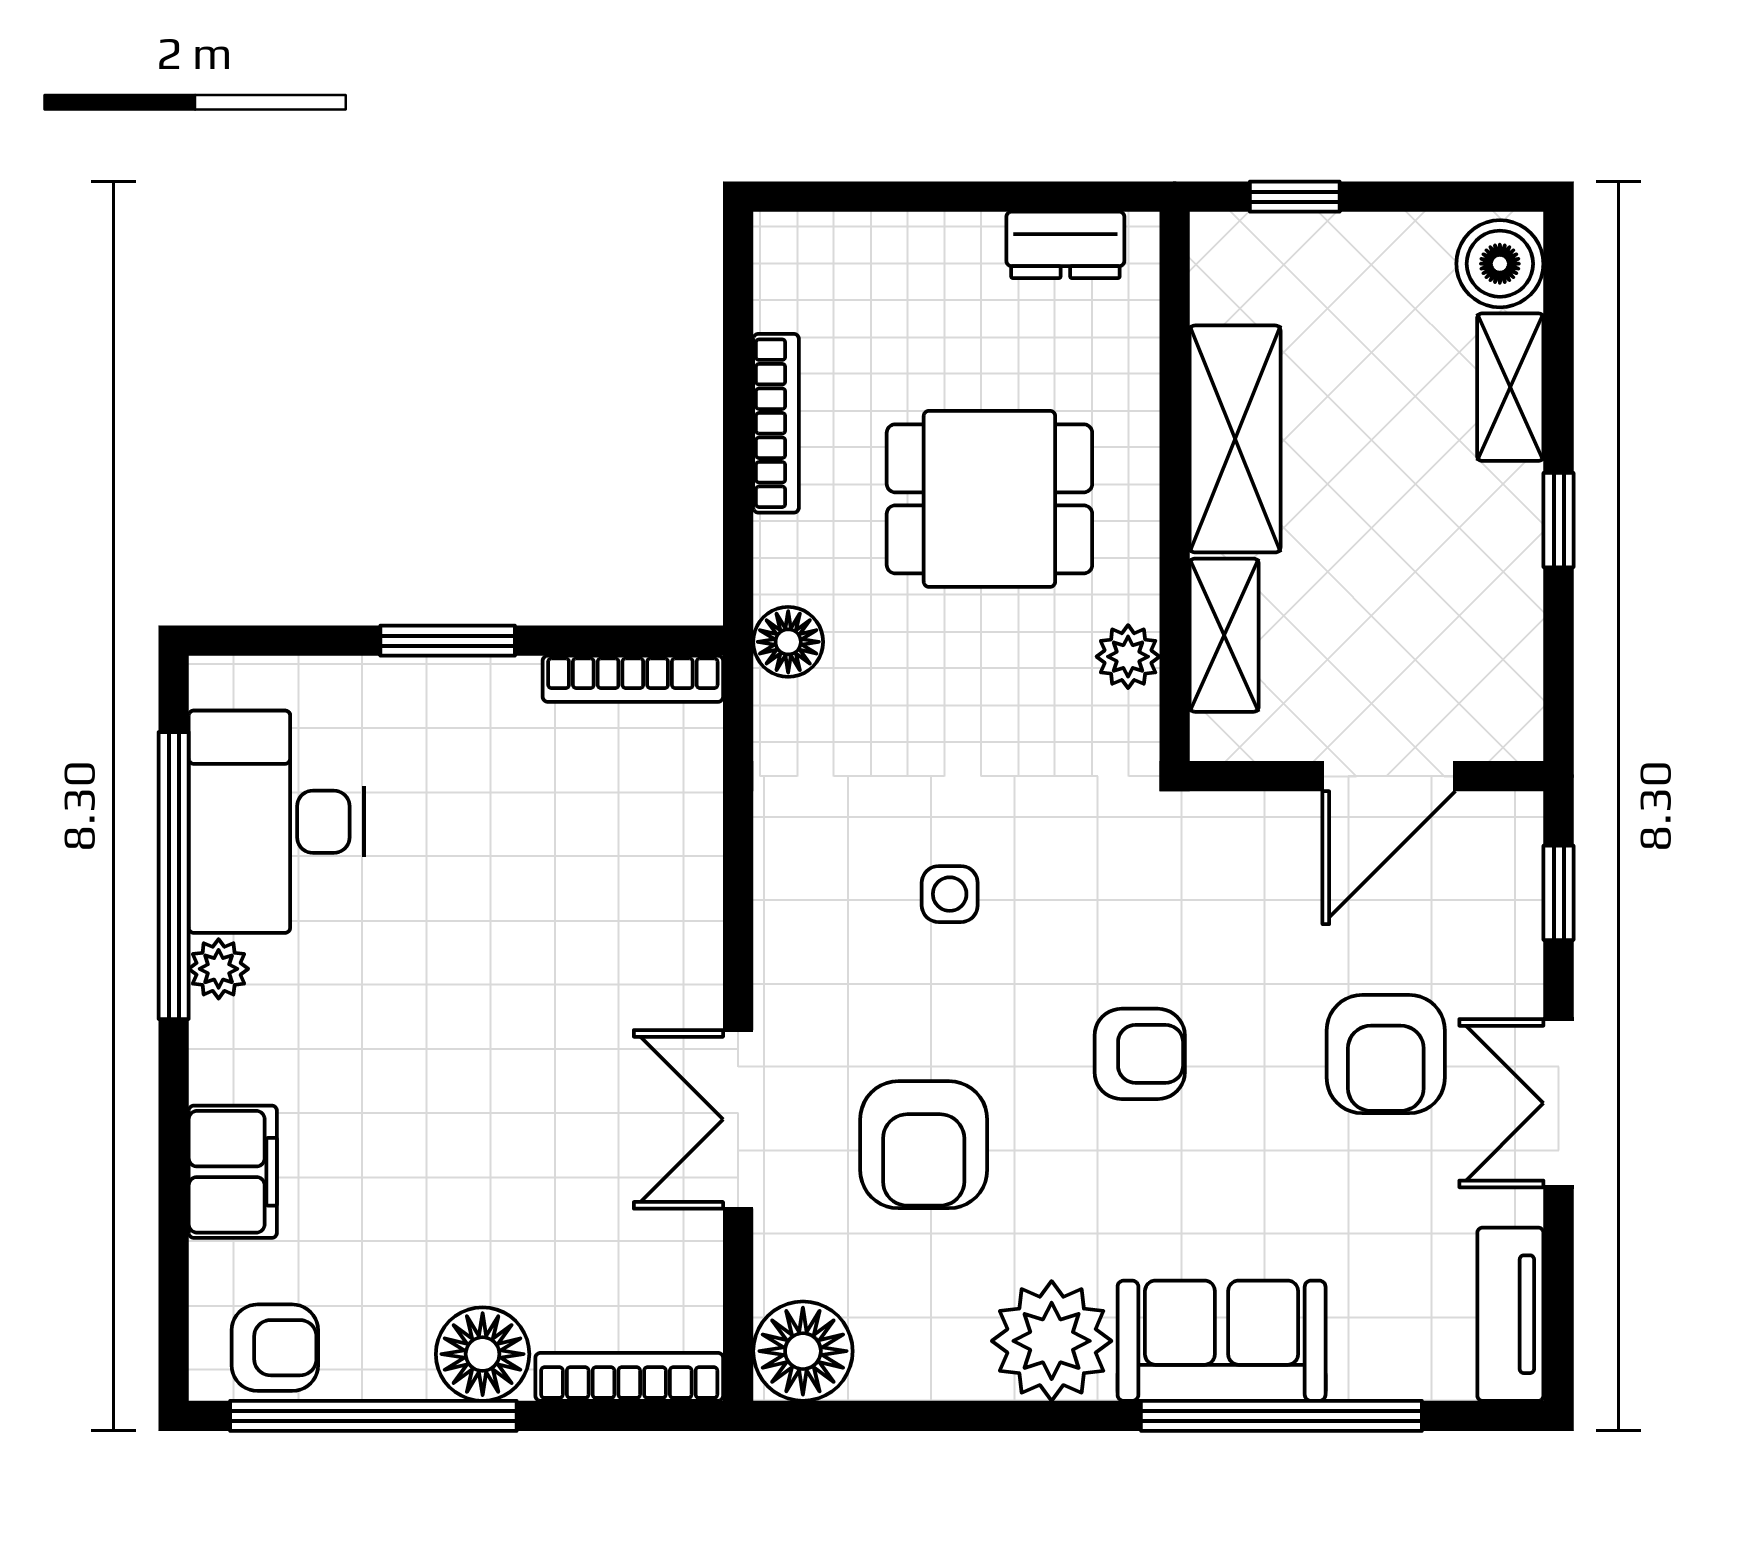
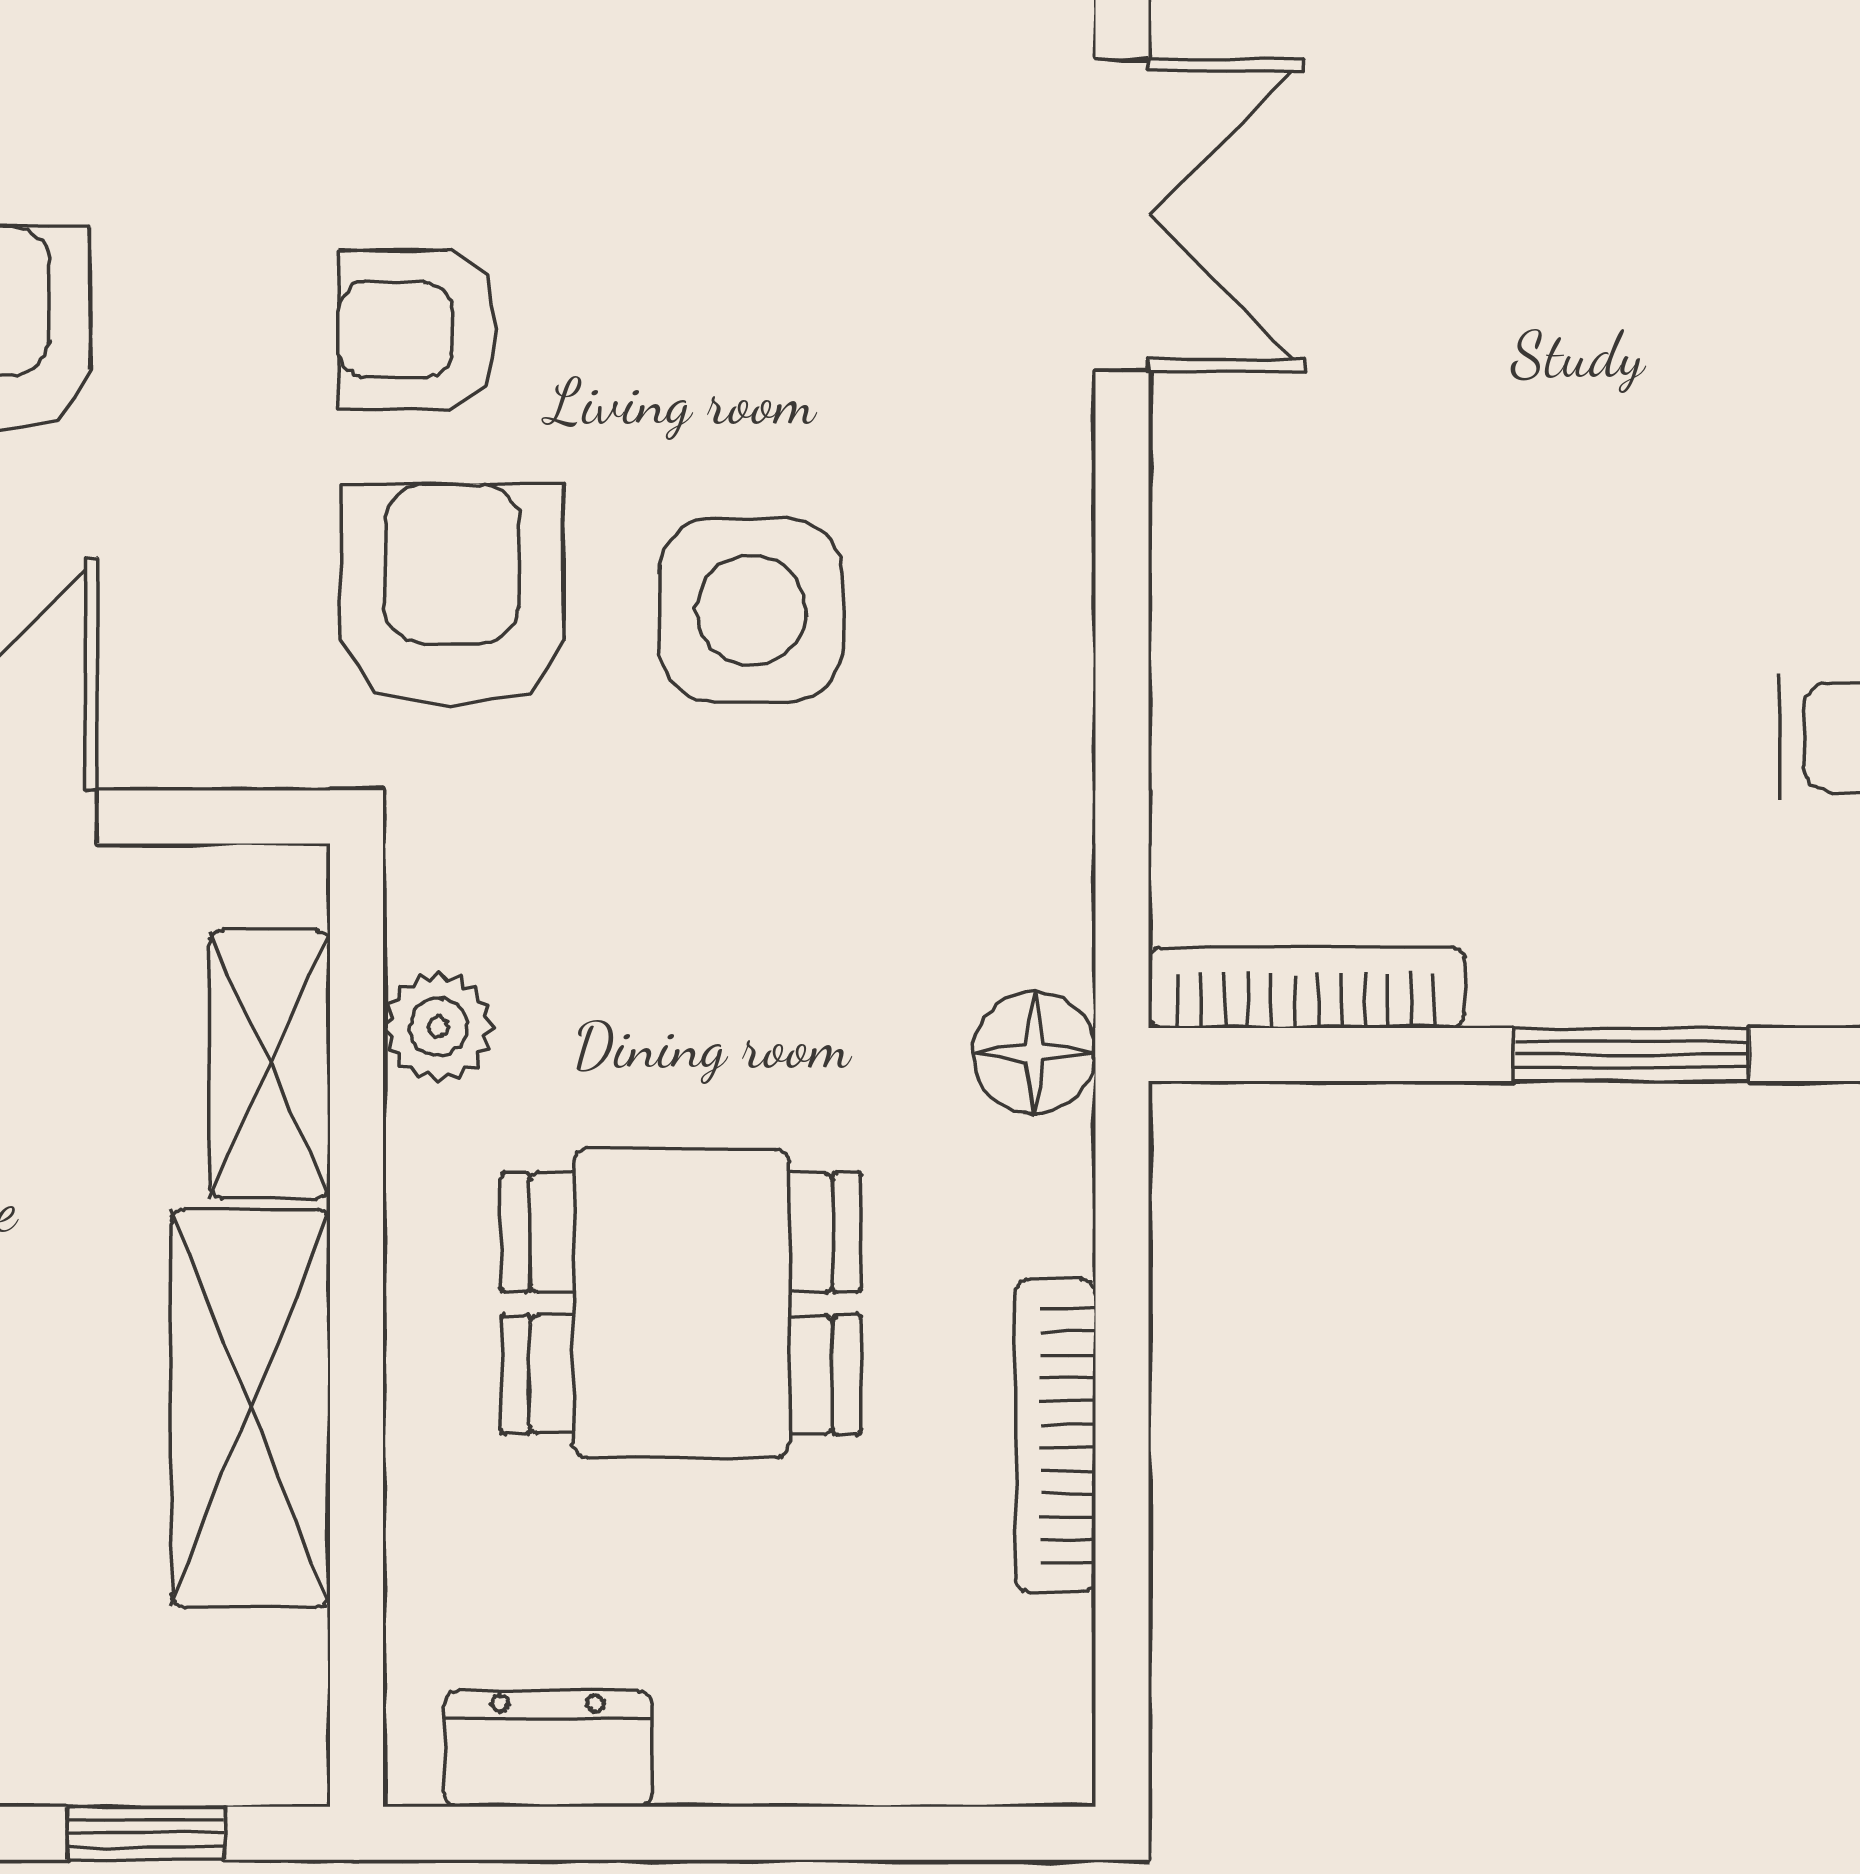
side table: (950, 894) -> (751, 610), width x1.87, depth x1.87
armchair: (924, 1145) -> (452, 595), moved

